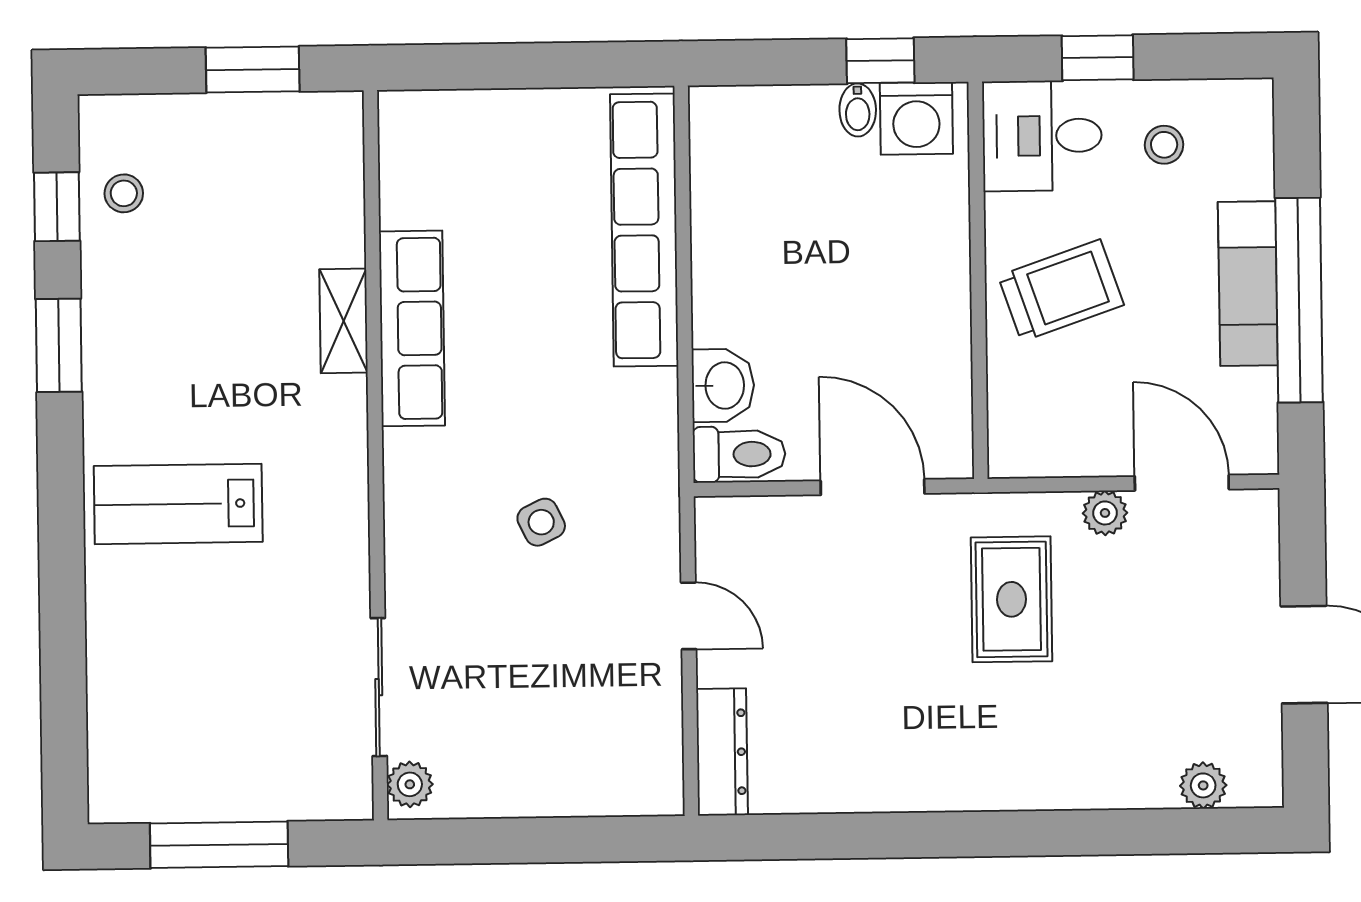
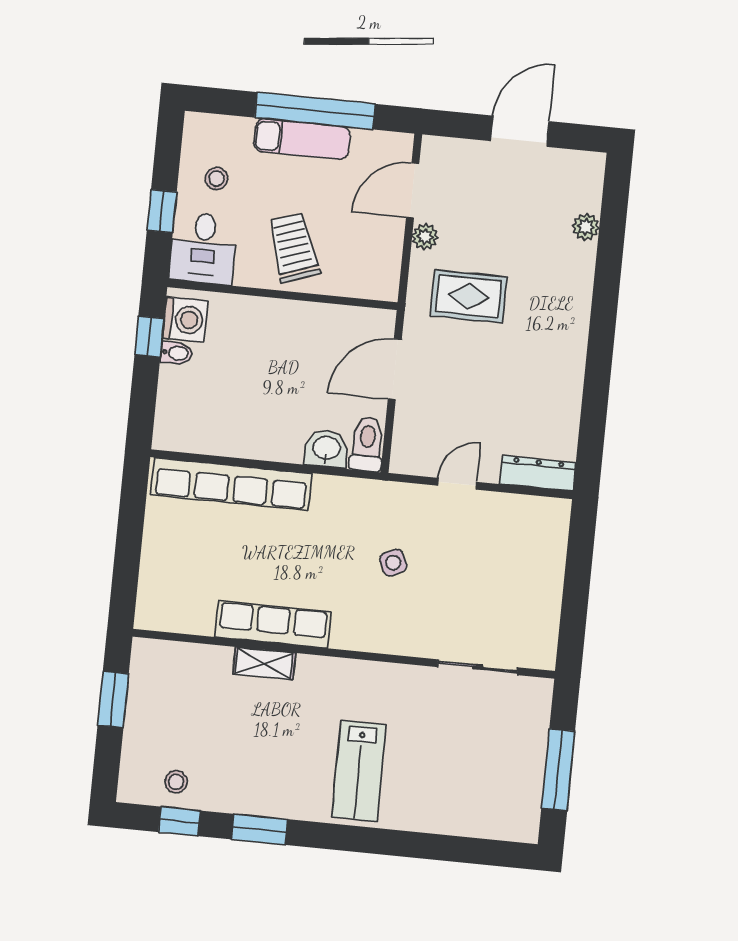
plant: (410, 784) -> (536, 656), removed
plant: (1203, 785) -> (586, 227), moved

